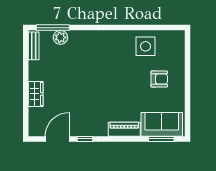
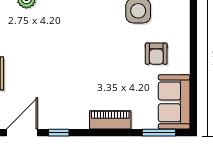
armchair: (159, 79) -> (156, 54), turned 90
sofa: (162, 124) -> (174, 102), moved, turned -90

